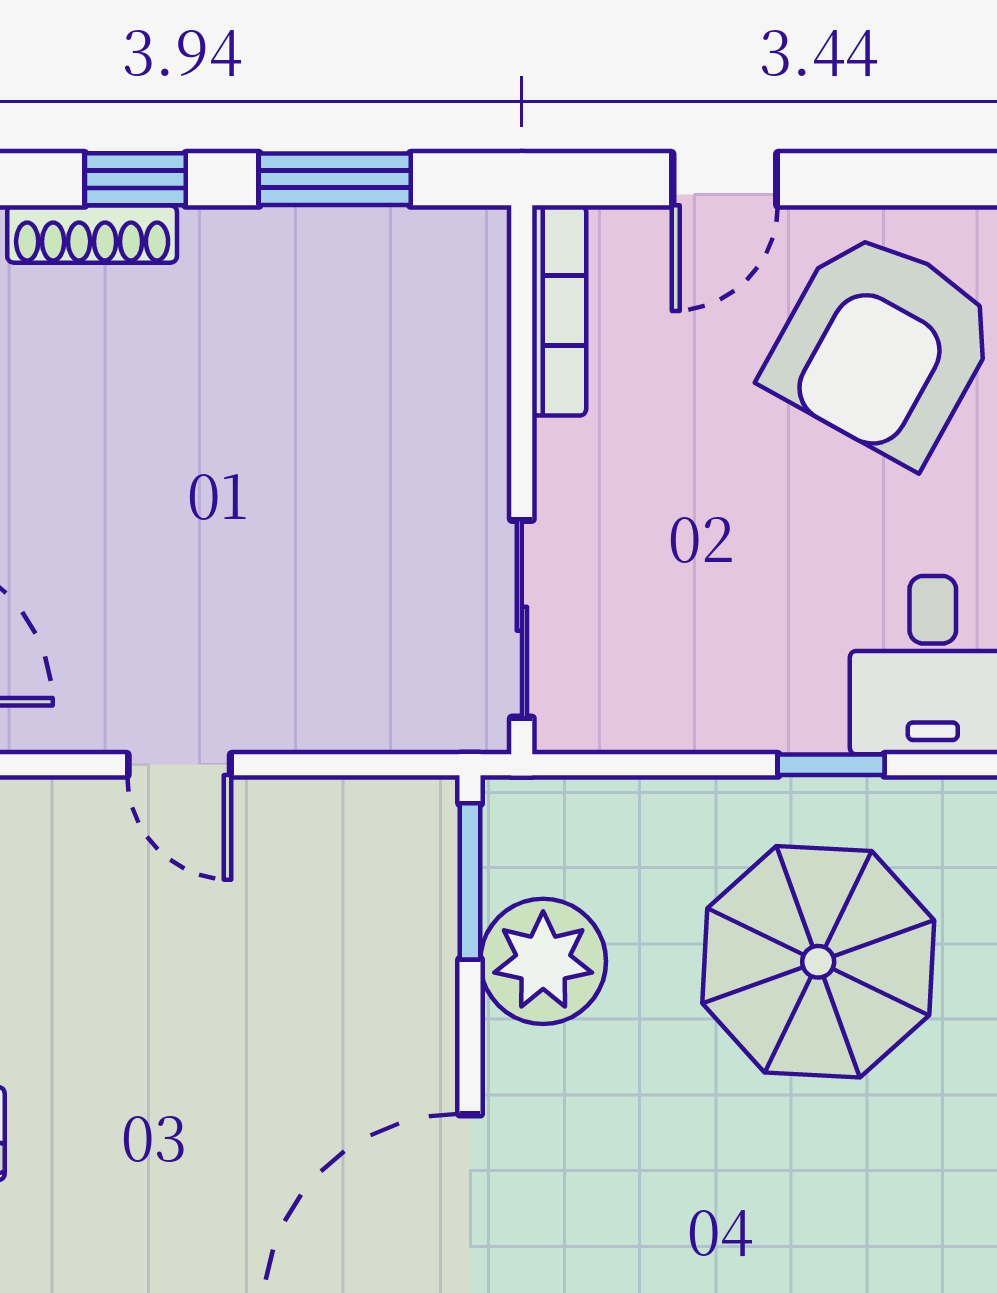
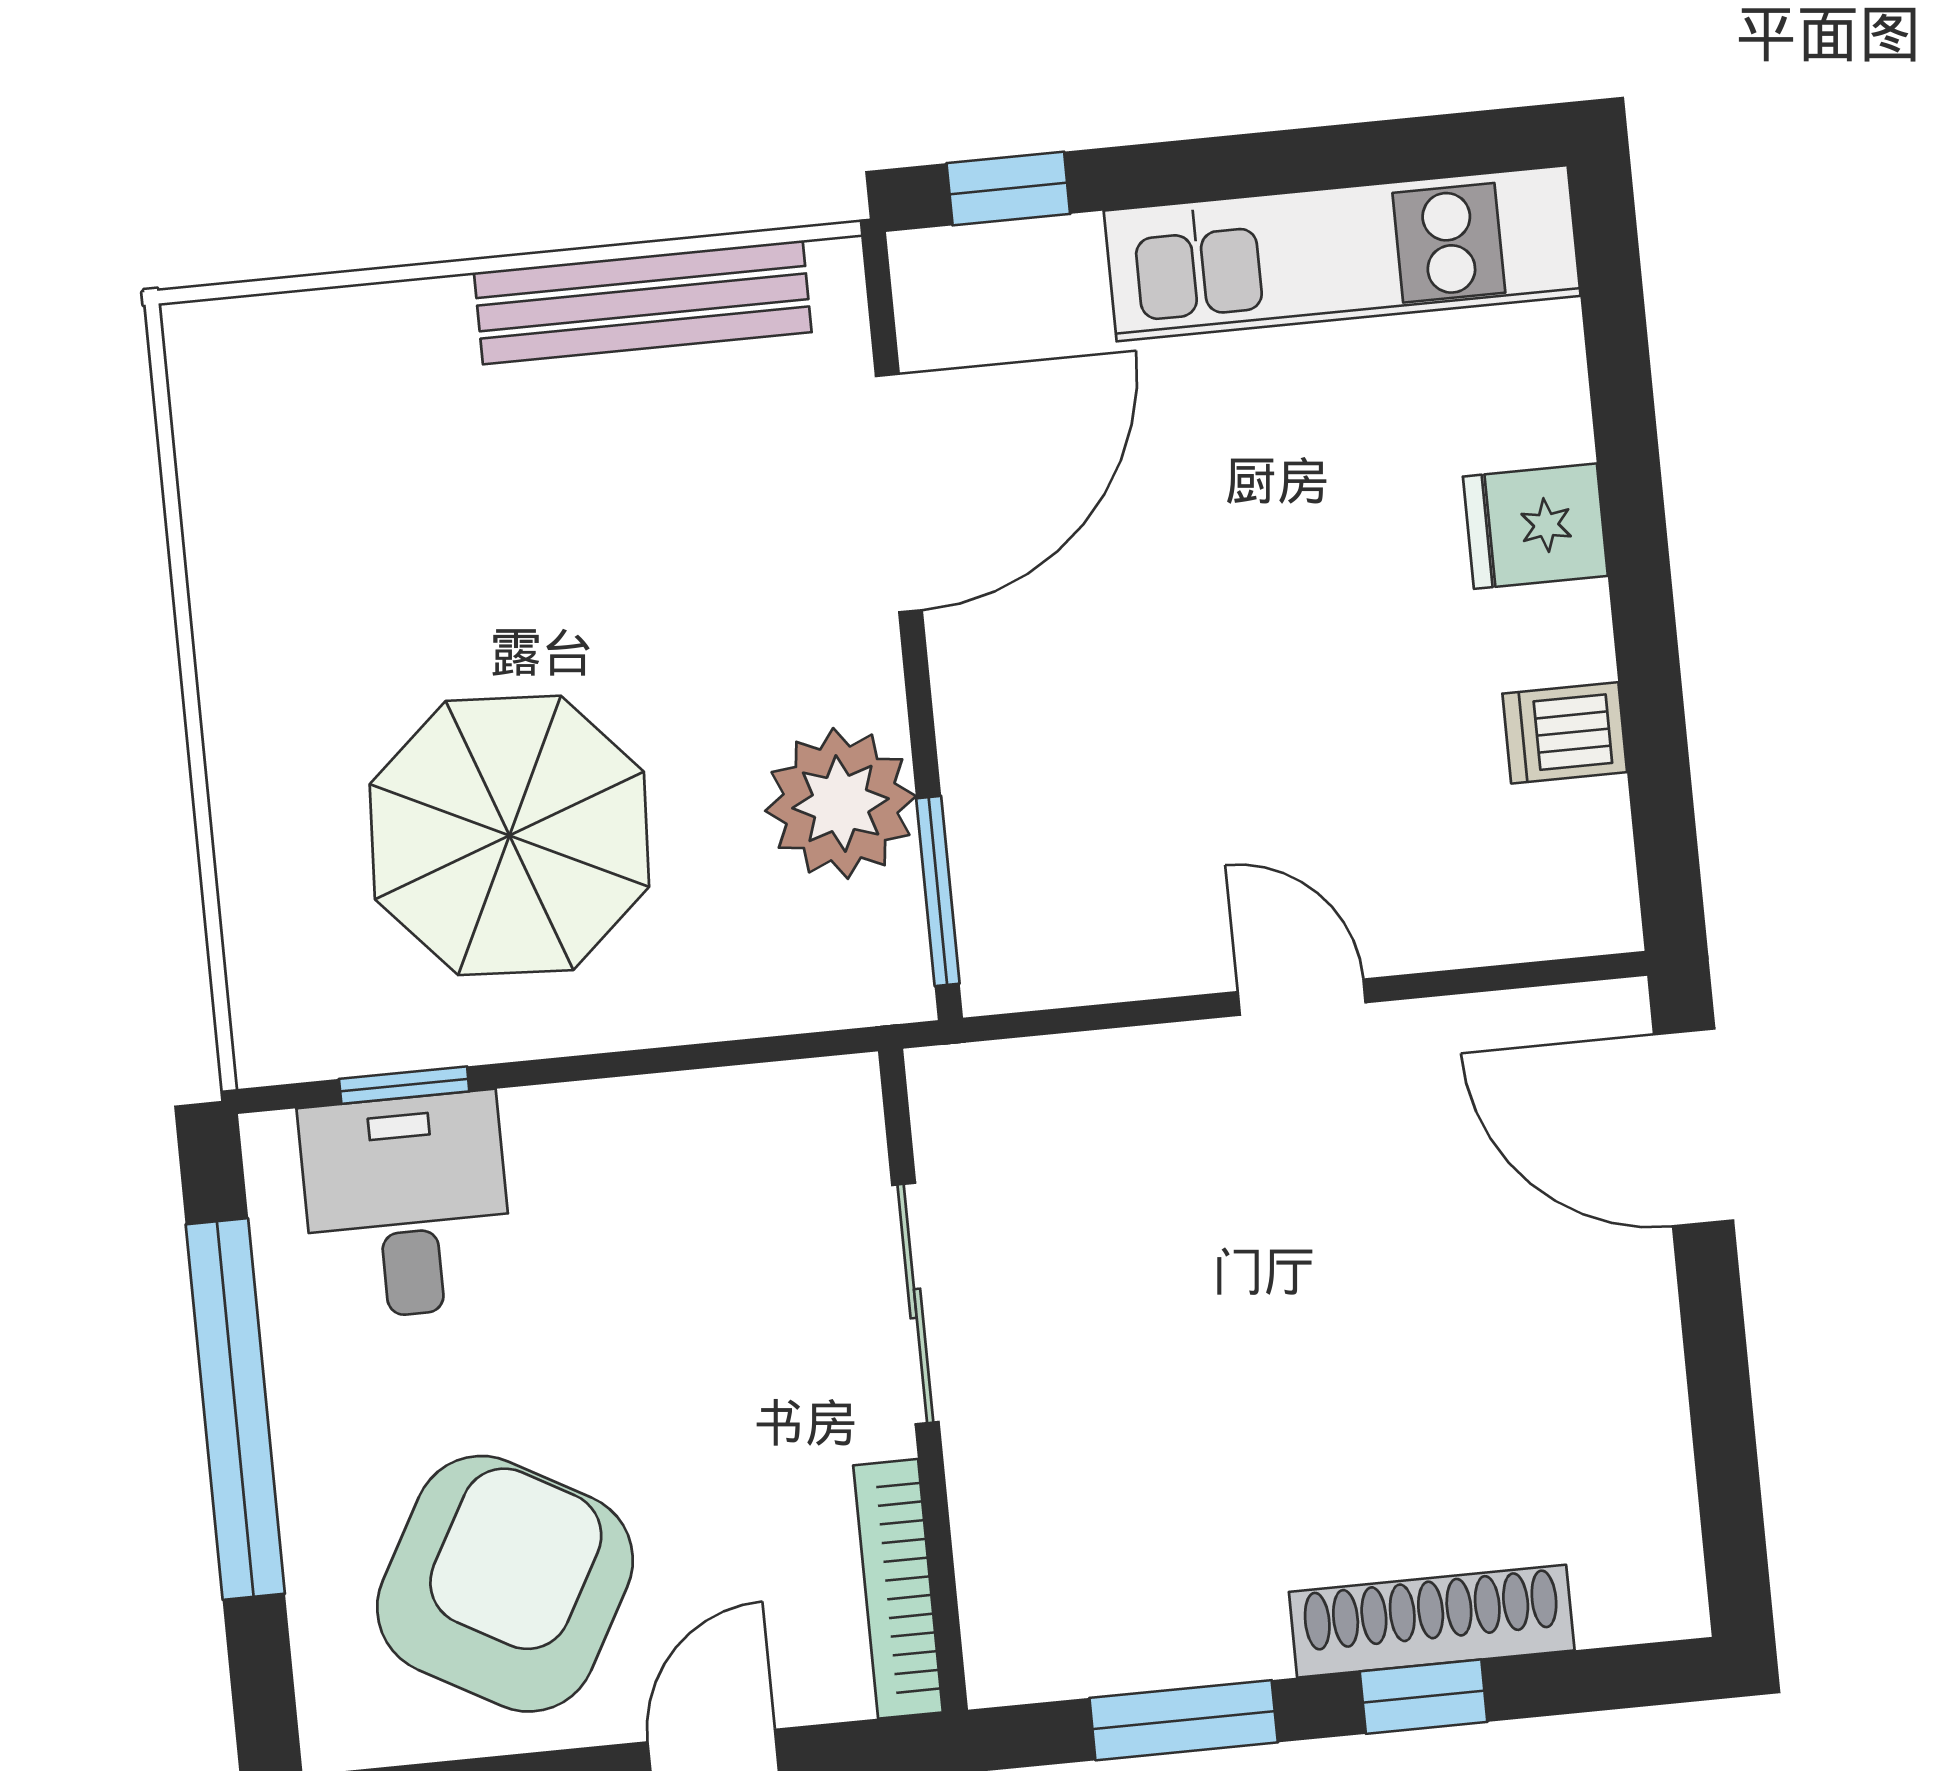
shoe rack: (92, 234) -> (1432, 1621), width x1.36, depth x1.24
sliding door: (522, 619) -> (915, 1304), moved
window: (831, 765) -> (404, 1085), moved

